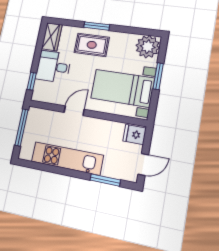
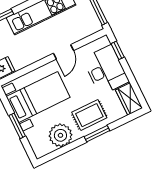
plant: (148, 47) -> (60, 135), moved
desk: (53, 67) -> (106, 70), width x1.37

